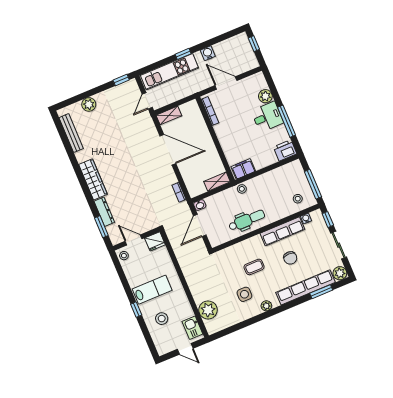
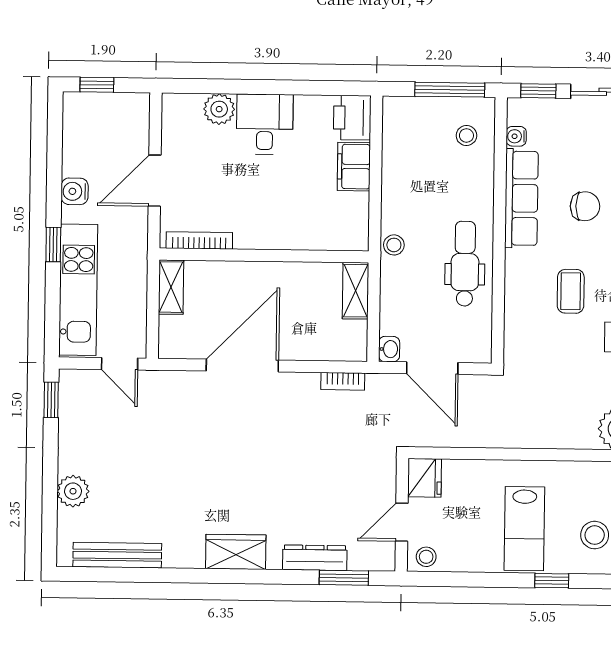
shelving: (169, 115) -> (171, 287), moved
window: (287, 121) -> (292, 87), removed
filing cabinet: (243, 169) -> (354, 167), moved
wardrobe: (93, 179) -> (236, 552), width x0.67
lab bench: (152, 290) -> (524, 529), turned 180

